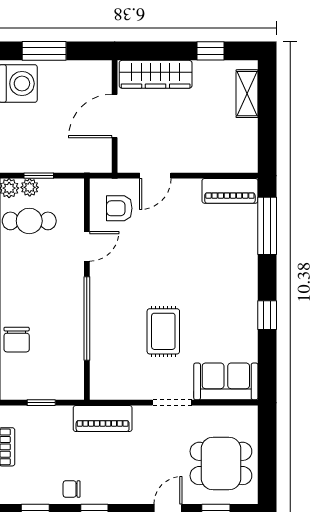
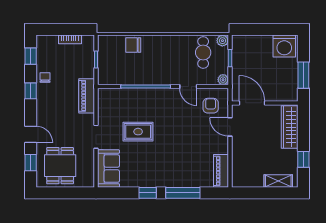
window: (44, 51) -> (303, 75), moved
door: (115, 116) -> (252, 103), moved
plant: (30, 187) -> (223, 80), moved
window: (267, 226) -> (183, 193), moved

